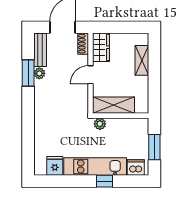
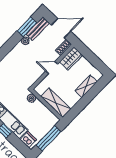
window: (28, 73) -> (27, 27), moved
shelving: (113, 105) -> (56, 103), moved
window: (154, 147) -> (48, 138), width x1.44

